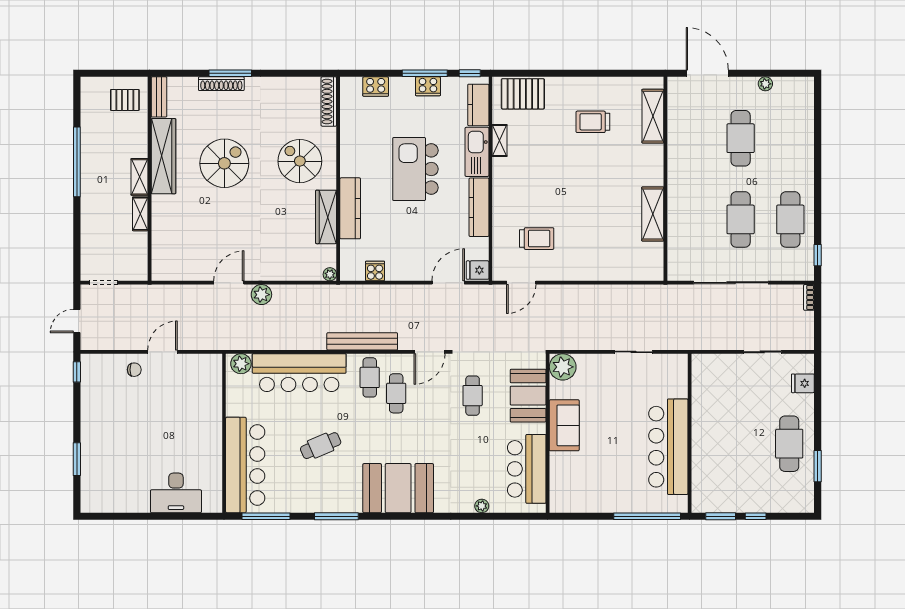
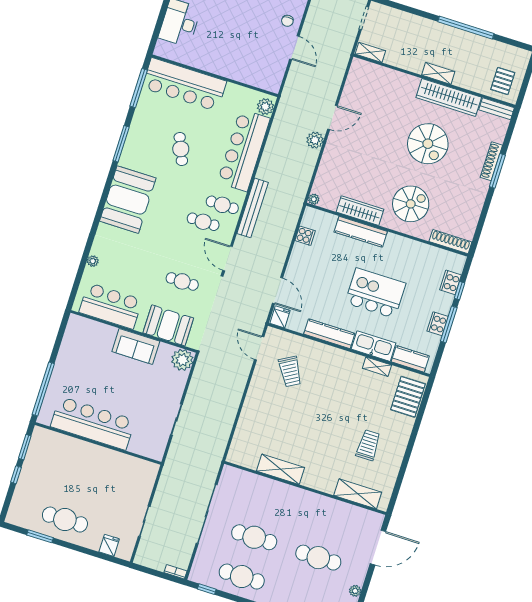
window: (470, 73) -> (459, 291), moved
shelving: (140, 214) -> (370, 52), moved
trolley: (537, 239) -> (290, 371), turned -30
door: (229, 283) -> (332, 117), hinge flipped

